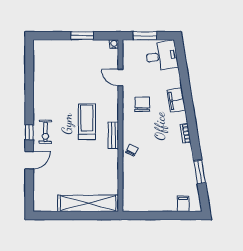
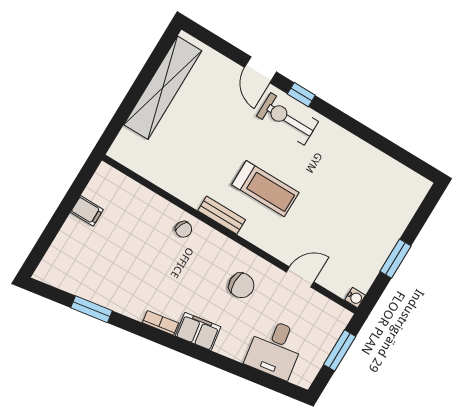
desk: (162, 56) -> (275, 349), moved
filing cabinet: (176, 100) -> (198, 331), moved
exercise bike: (45, 132) -> (288, 119), width x1.38, depth x1.39
shelving: (88, 203) -> (163, 88), moved
filing cabinet: (183, 204) -> (87, 211), moved

